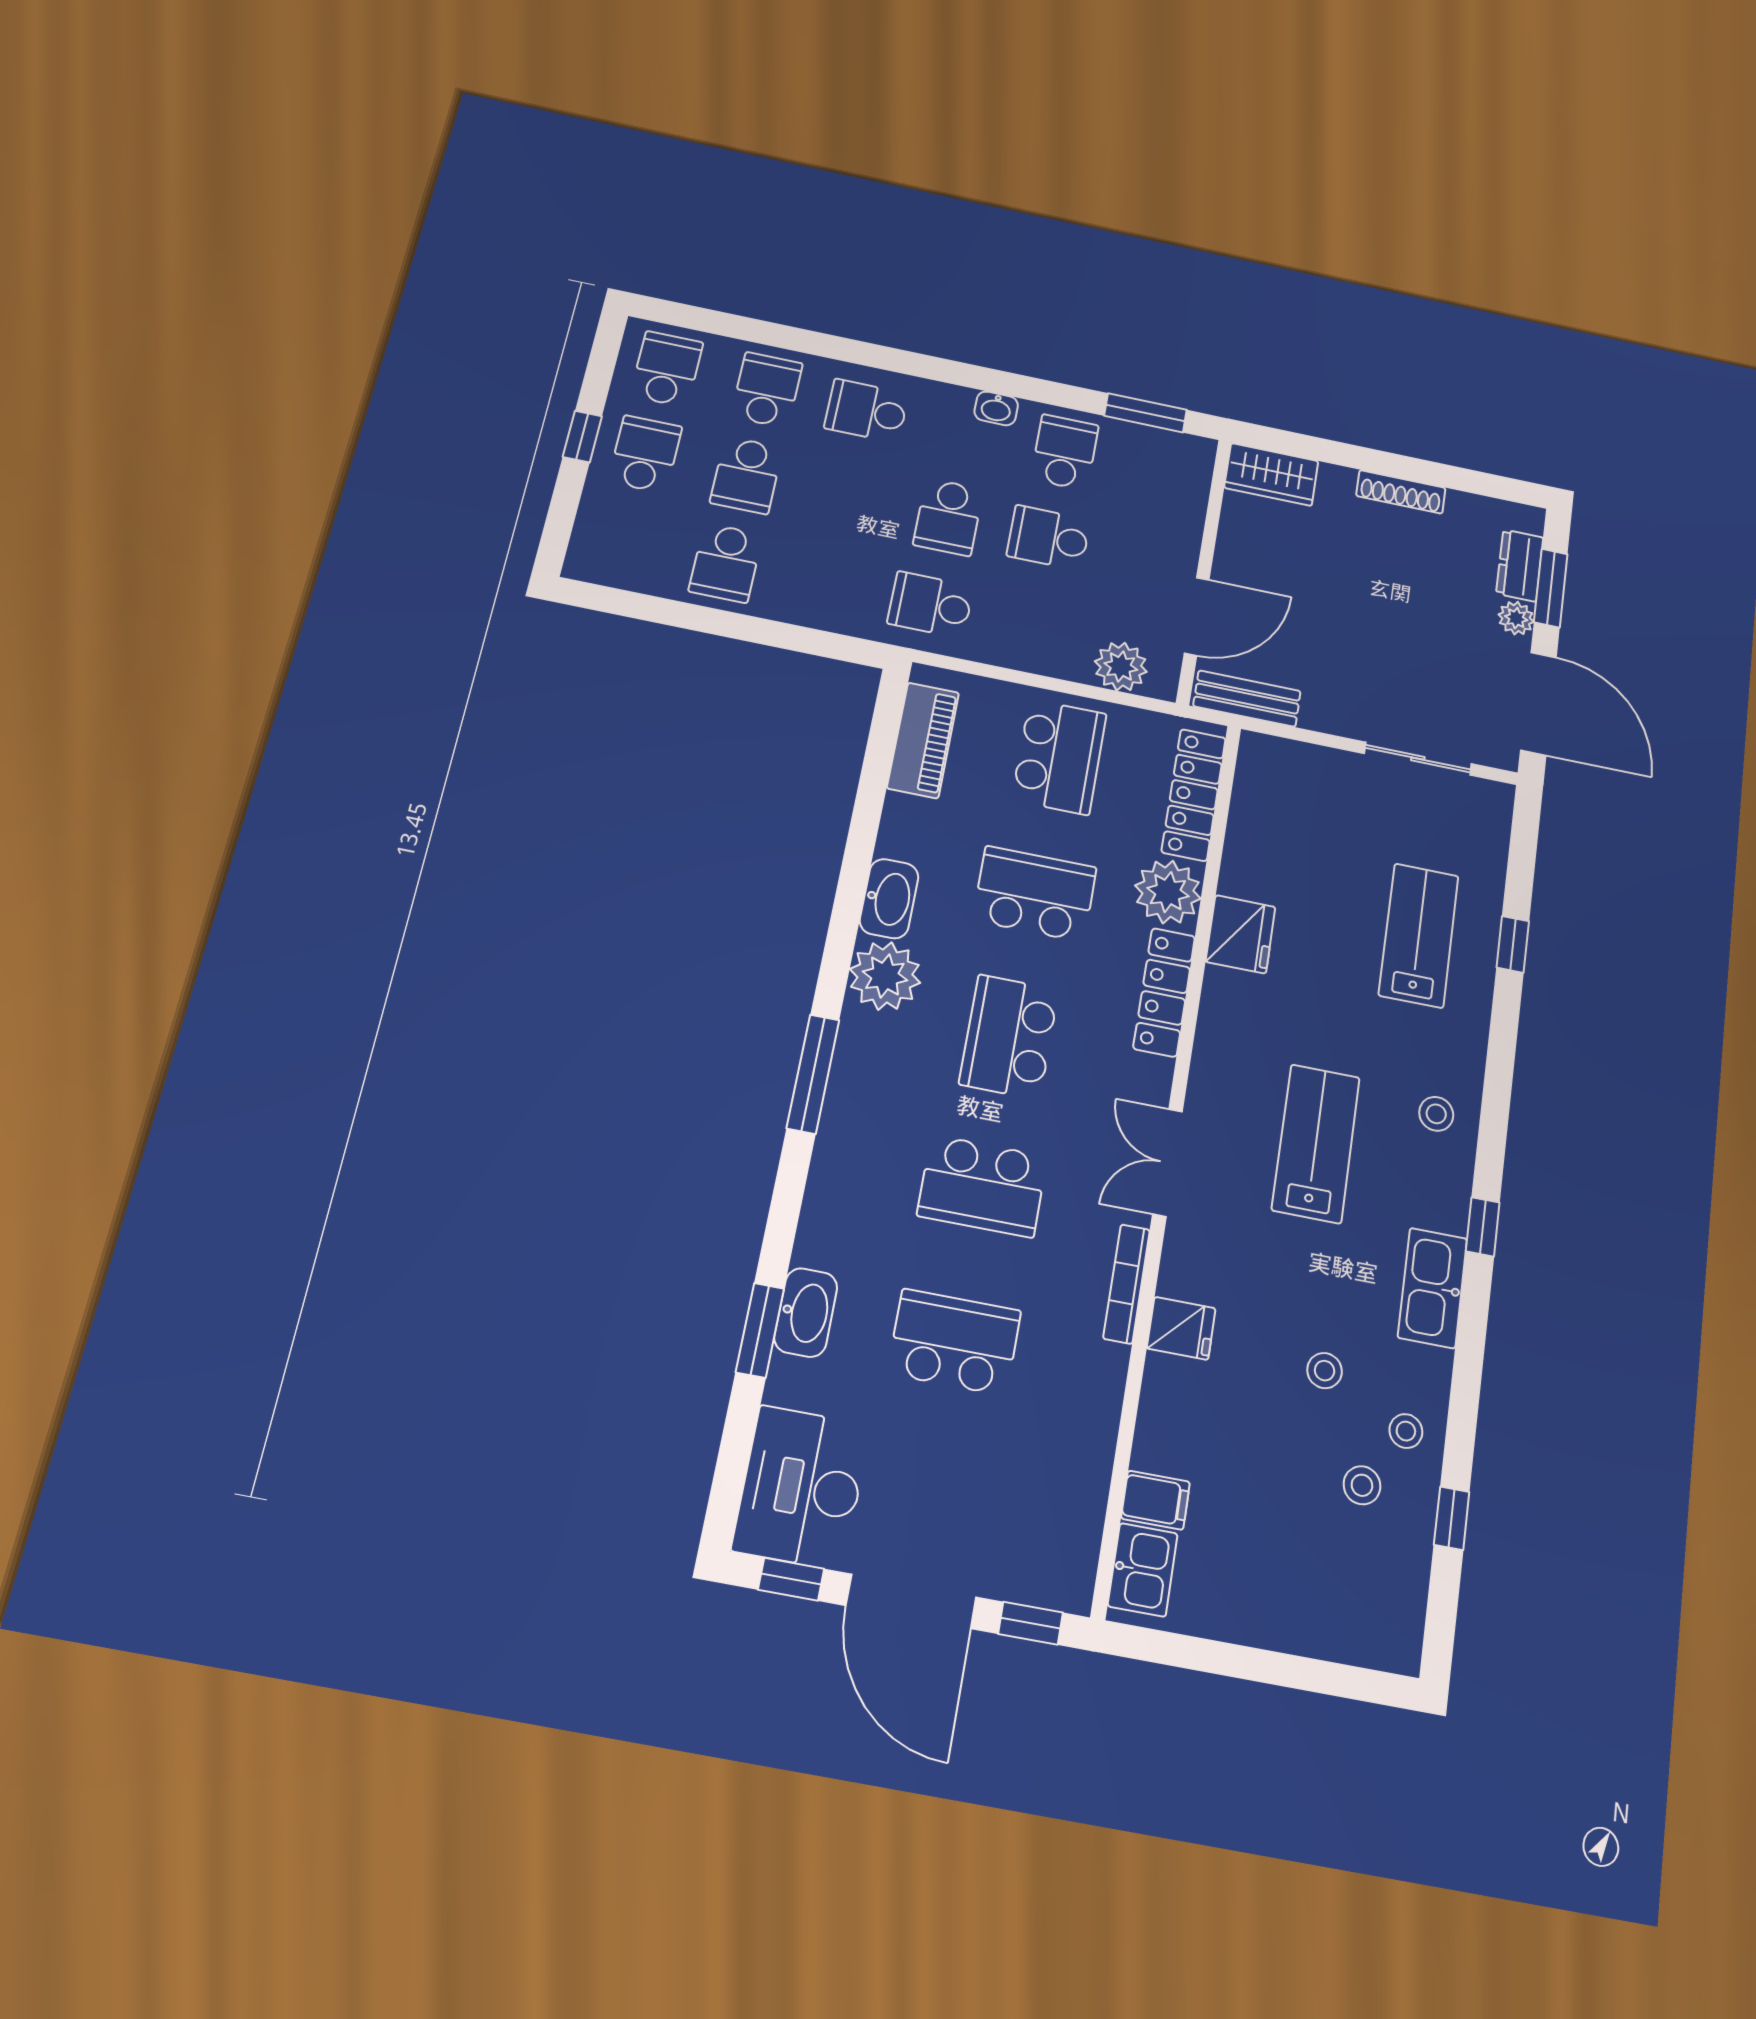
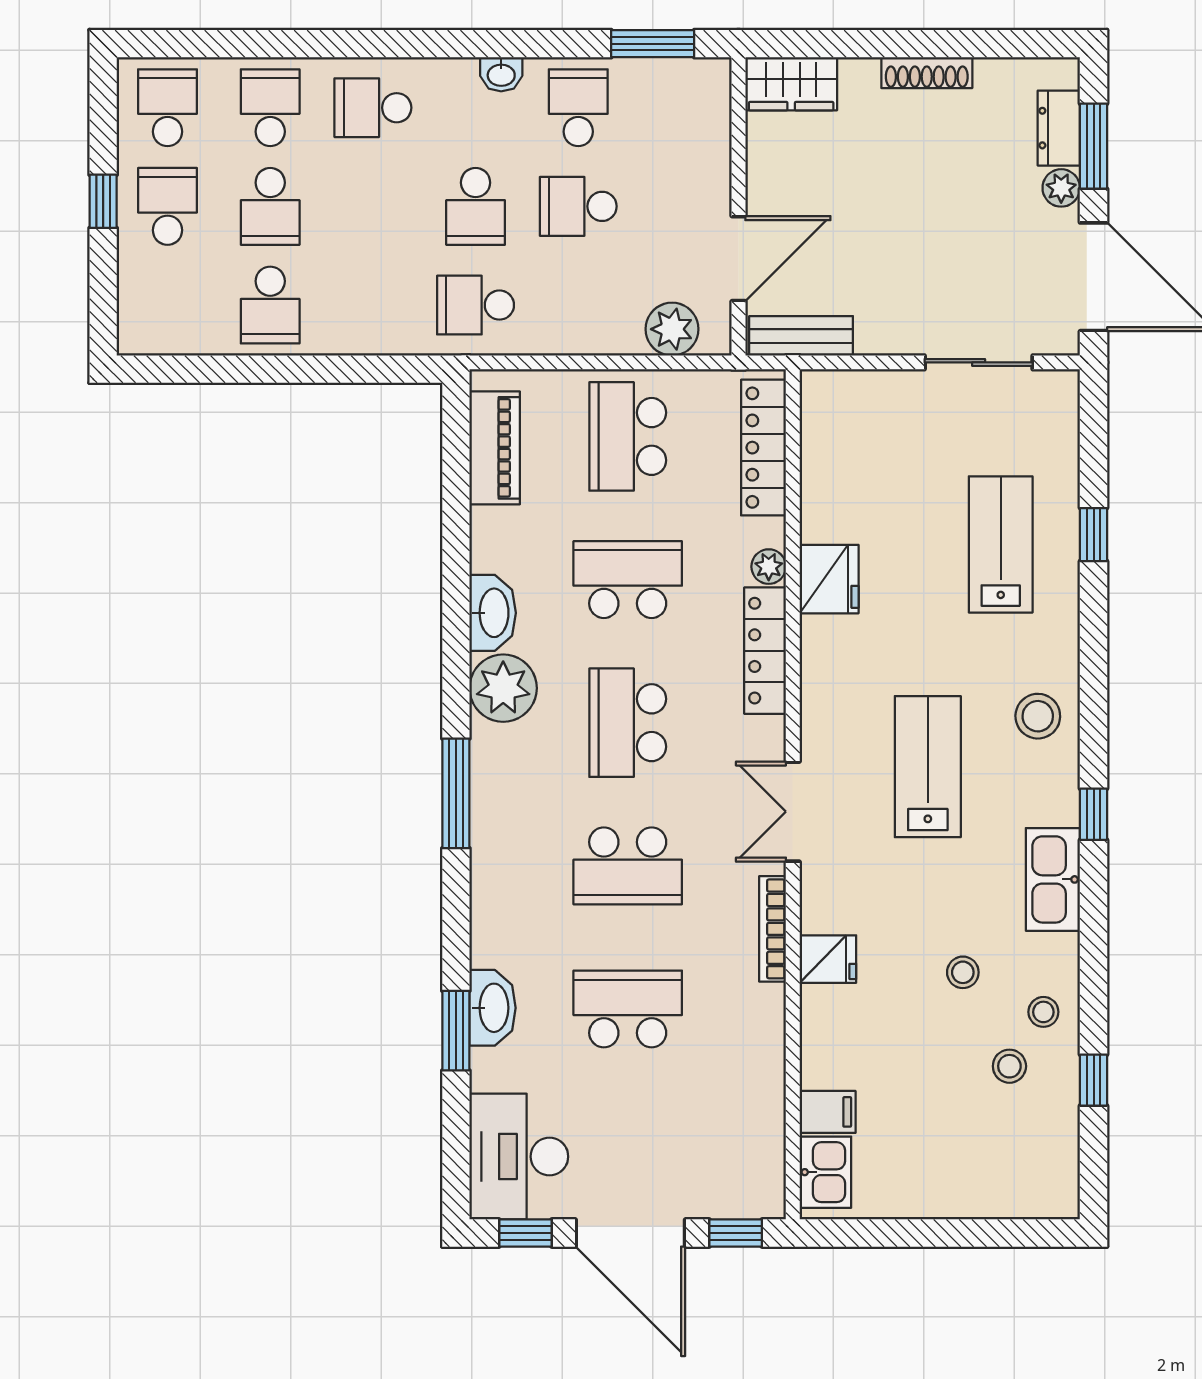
school desk: (1059, 757) -> (628, 436), turned 180
plant: (1168, 892) -> (769, 567), width x0.53, depth x0.53
stool: (1436, 1114) -> (1038, 716), width x1.37, depth x1.37

